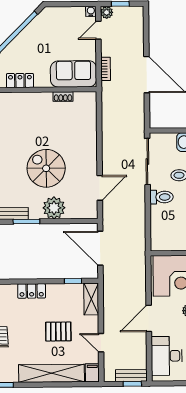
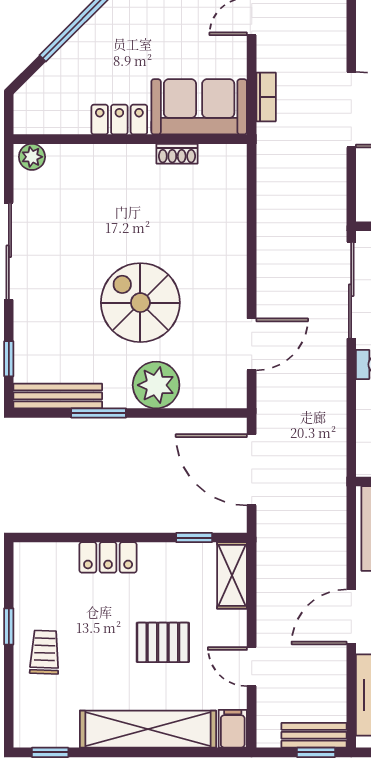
locker: (20, 81) -> (119, 120), moved

